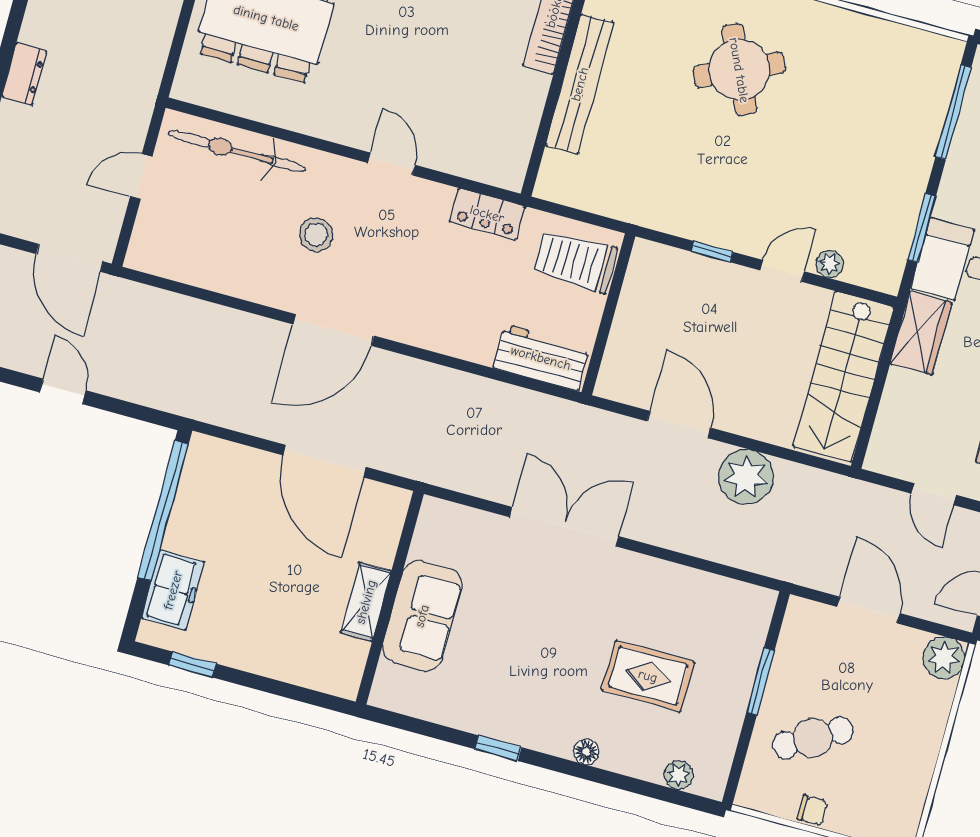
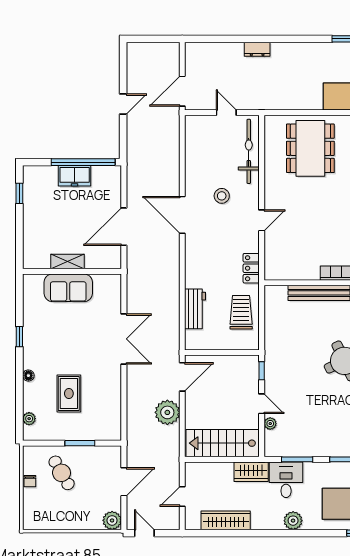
wall: (608, 314) -> (222, 352), moved
freezer: (173, 590) -> (75, 176), moved

